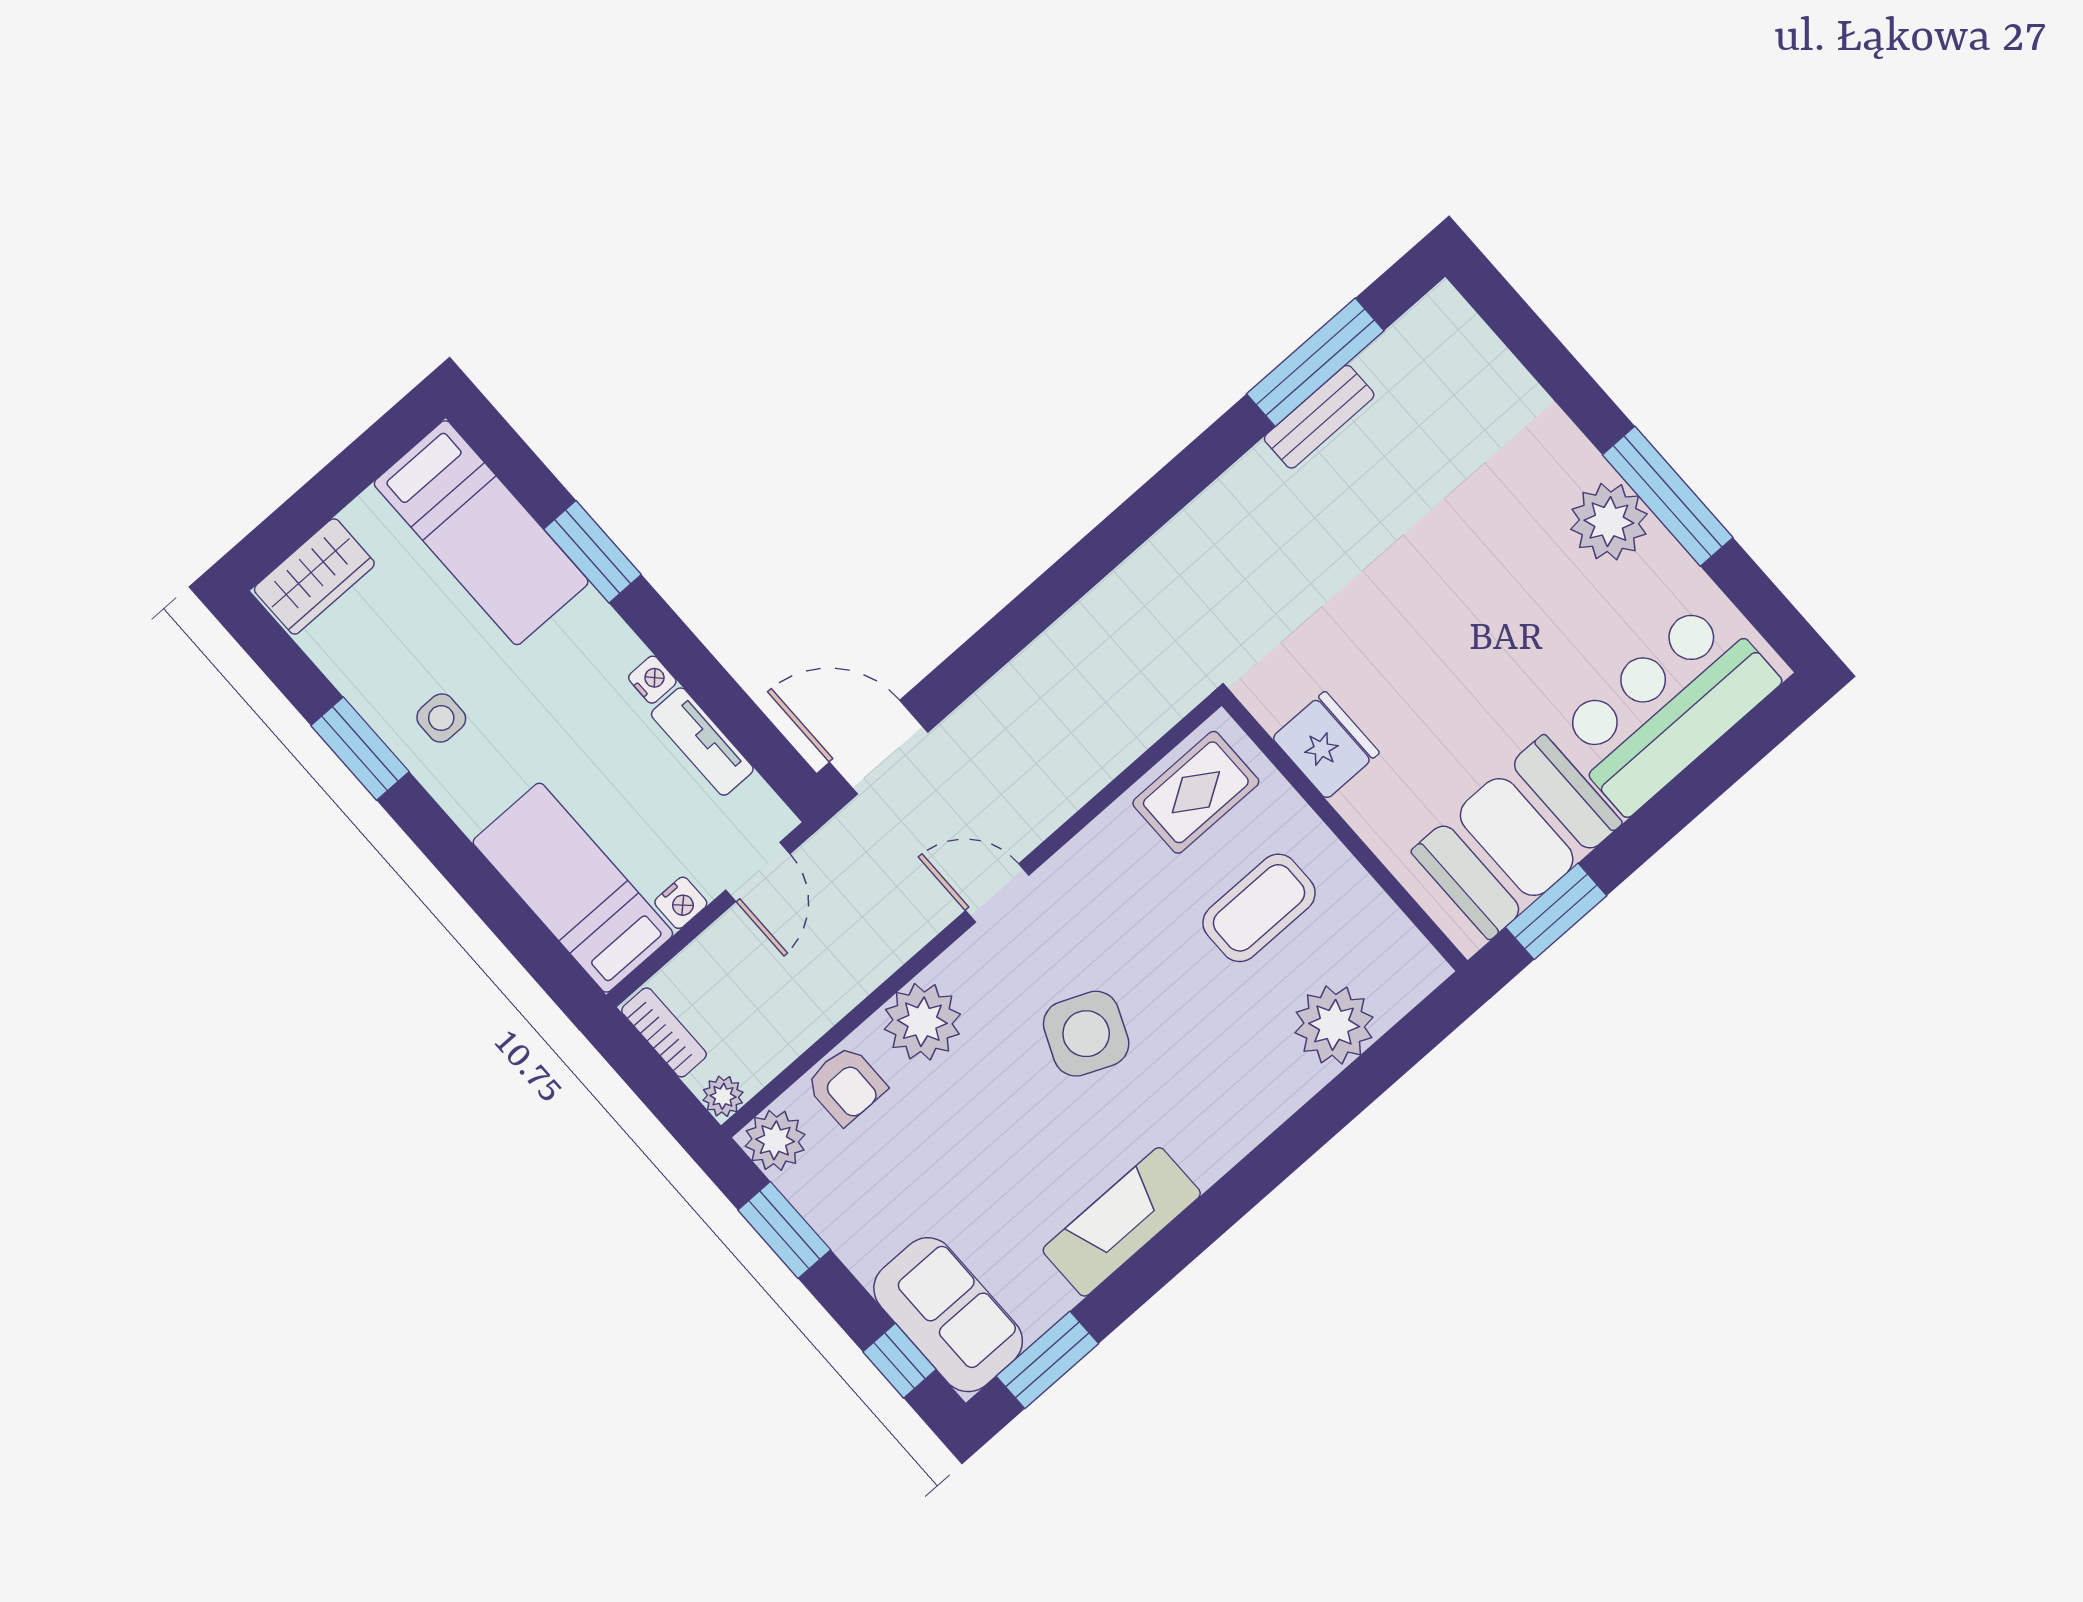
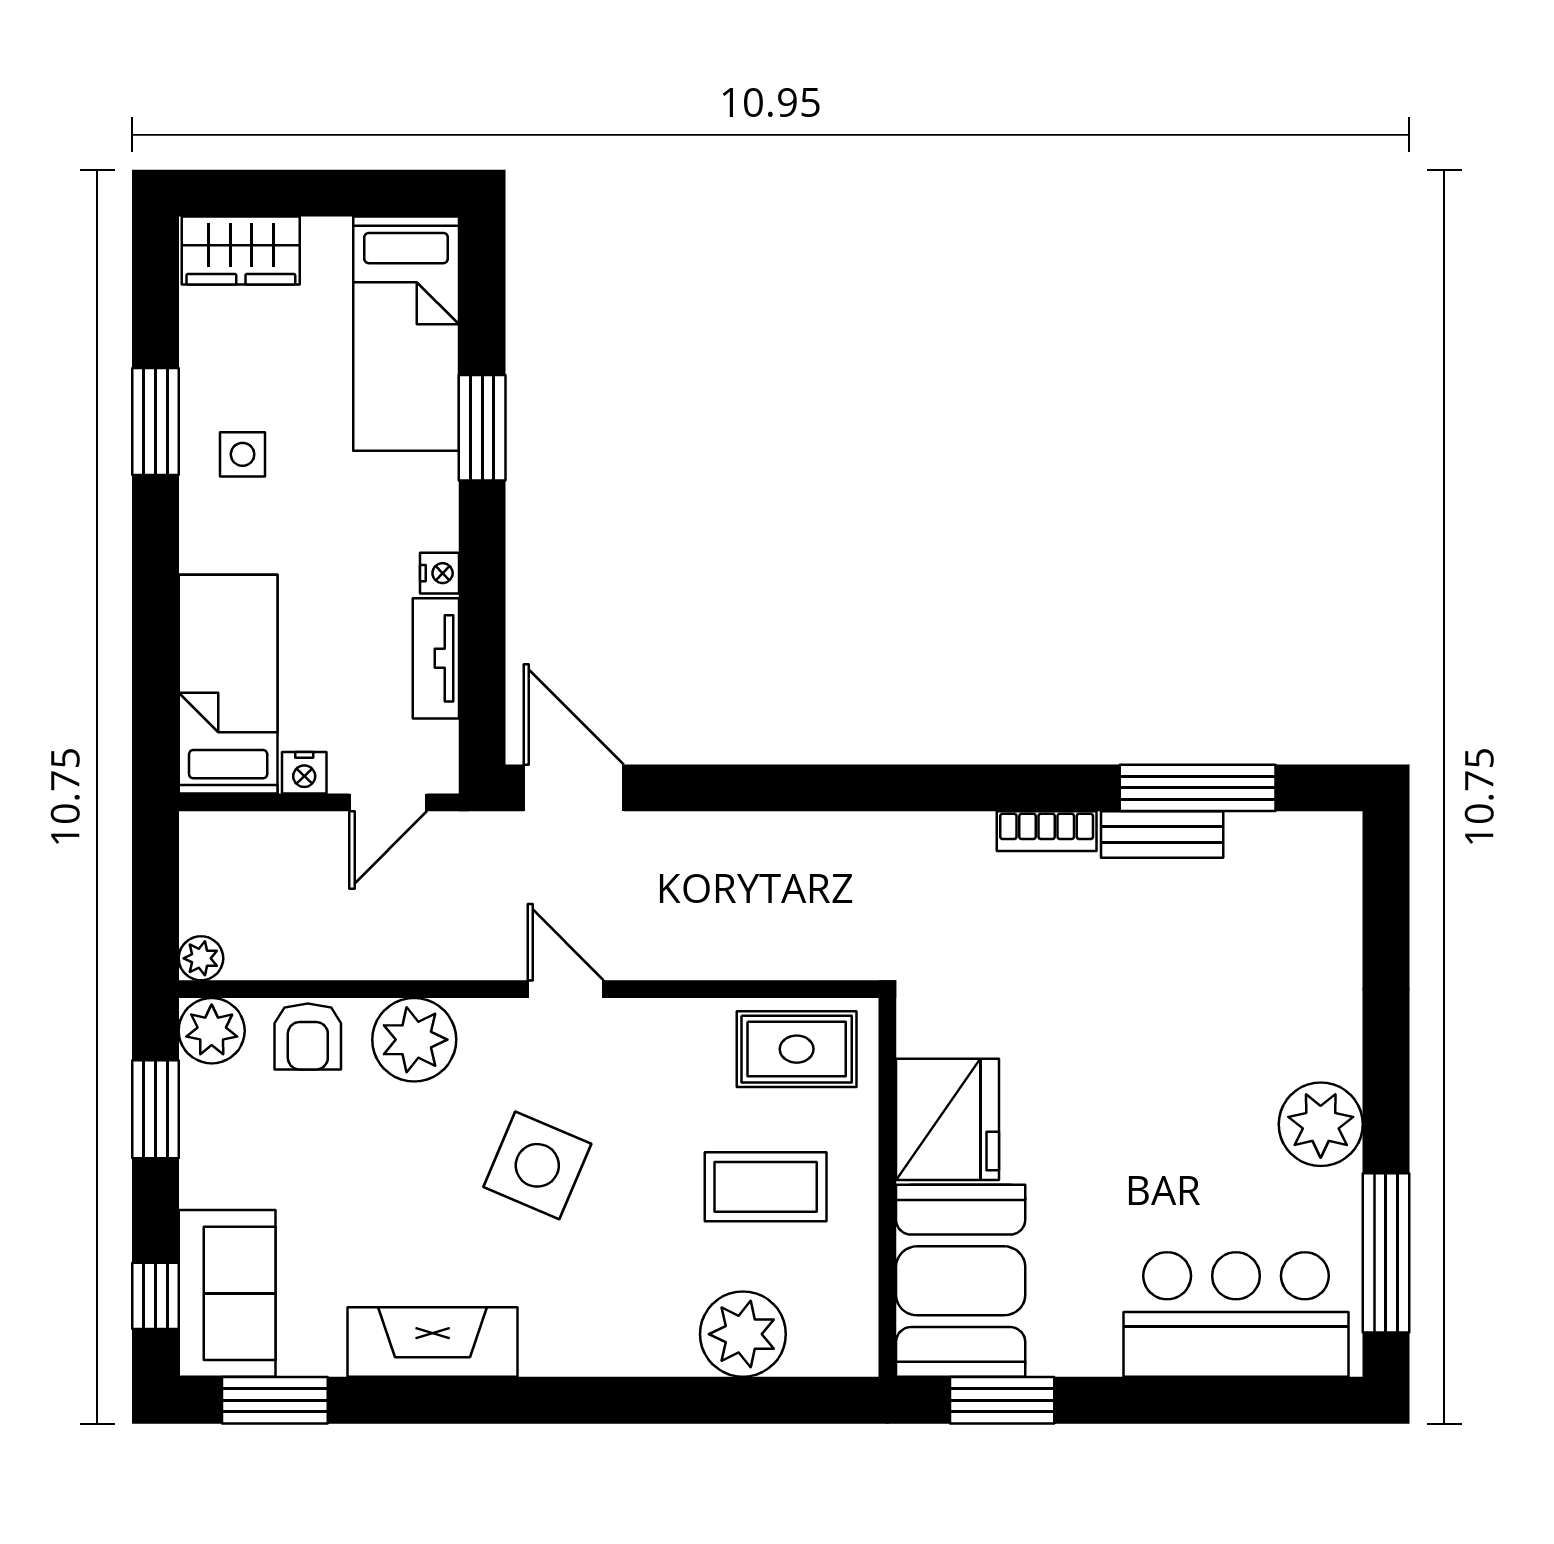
window: (1668, 496) -> (1386, 1253), moved
fridge: (1326, 745) -> (948, 1119), width x1.36, depth x1.34
booth: (1517, 837) -> (961, 1281), moved, turned 90
bookcase: (664, 1032) -> (1047, 831), moved, turned 90

